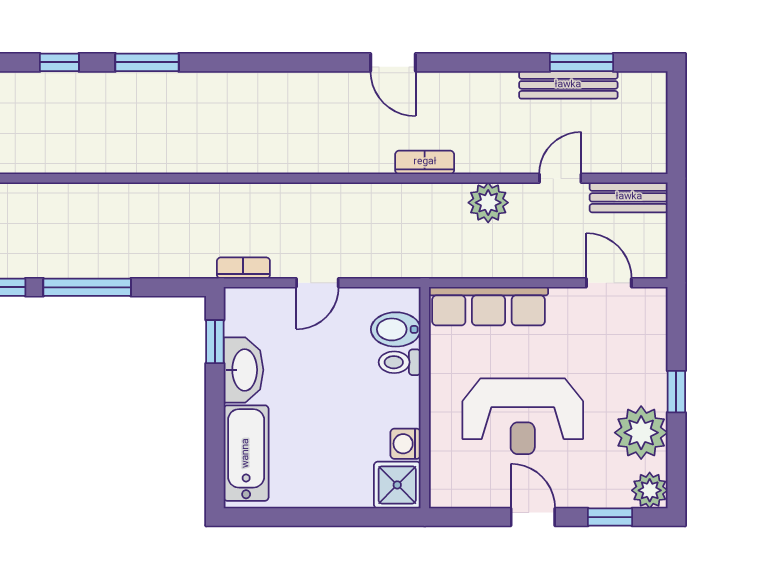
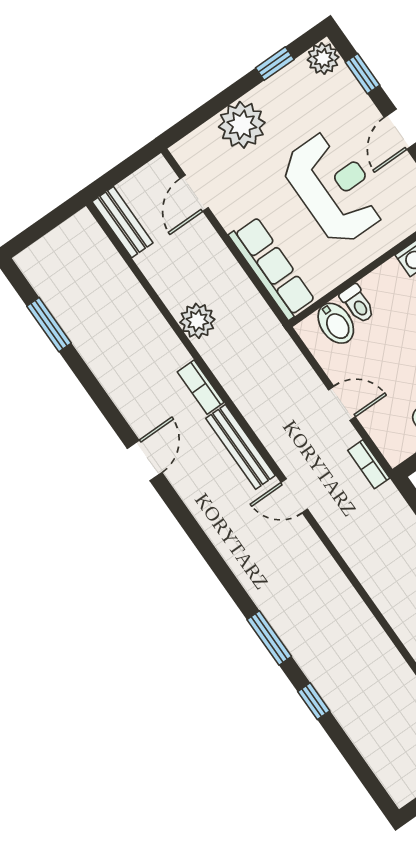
bench: (568, 85) -> (240, 447), moved
door: (560, 178) -> (294, 496), moved
window: (676, 392) -> (275, 64), moved
plant: (641, 433) -> (242, 125), moved

